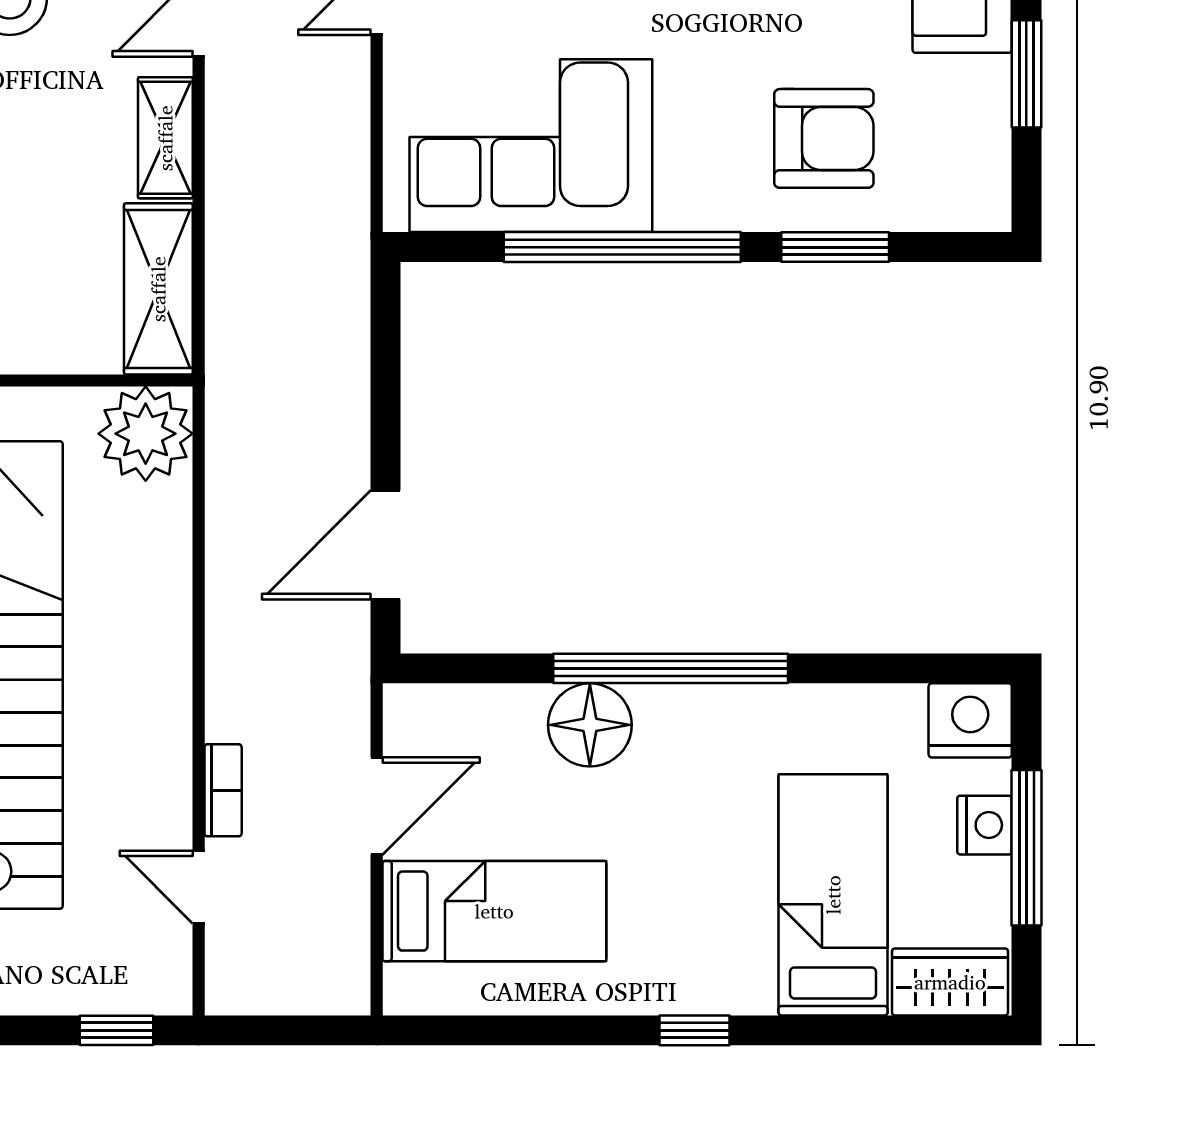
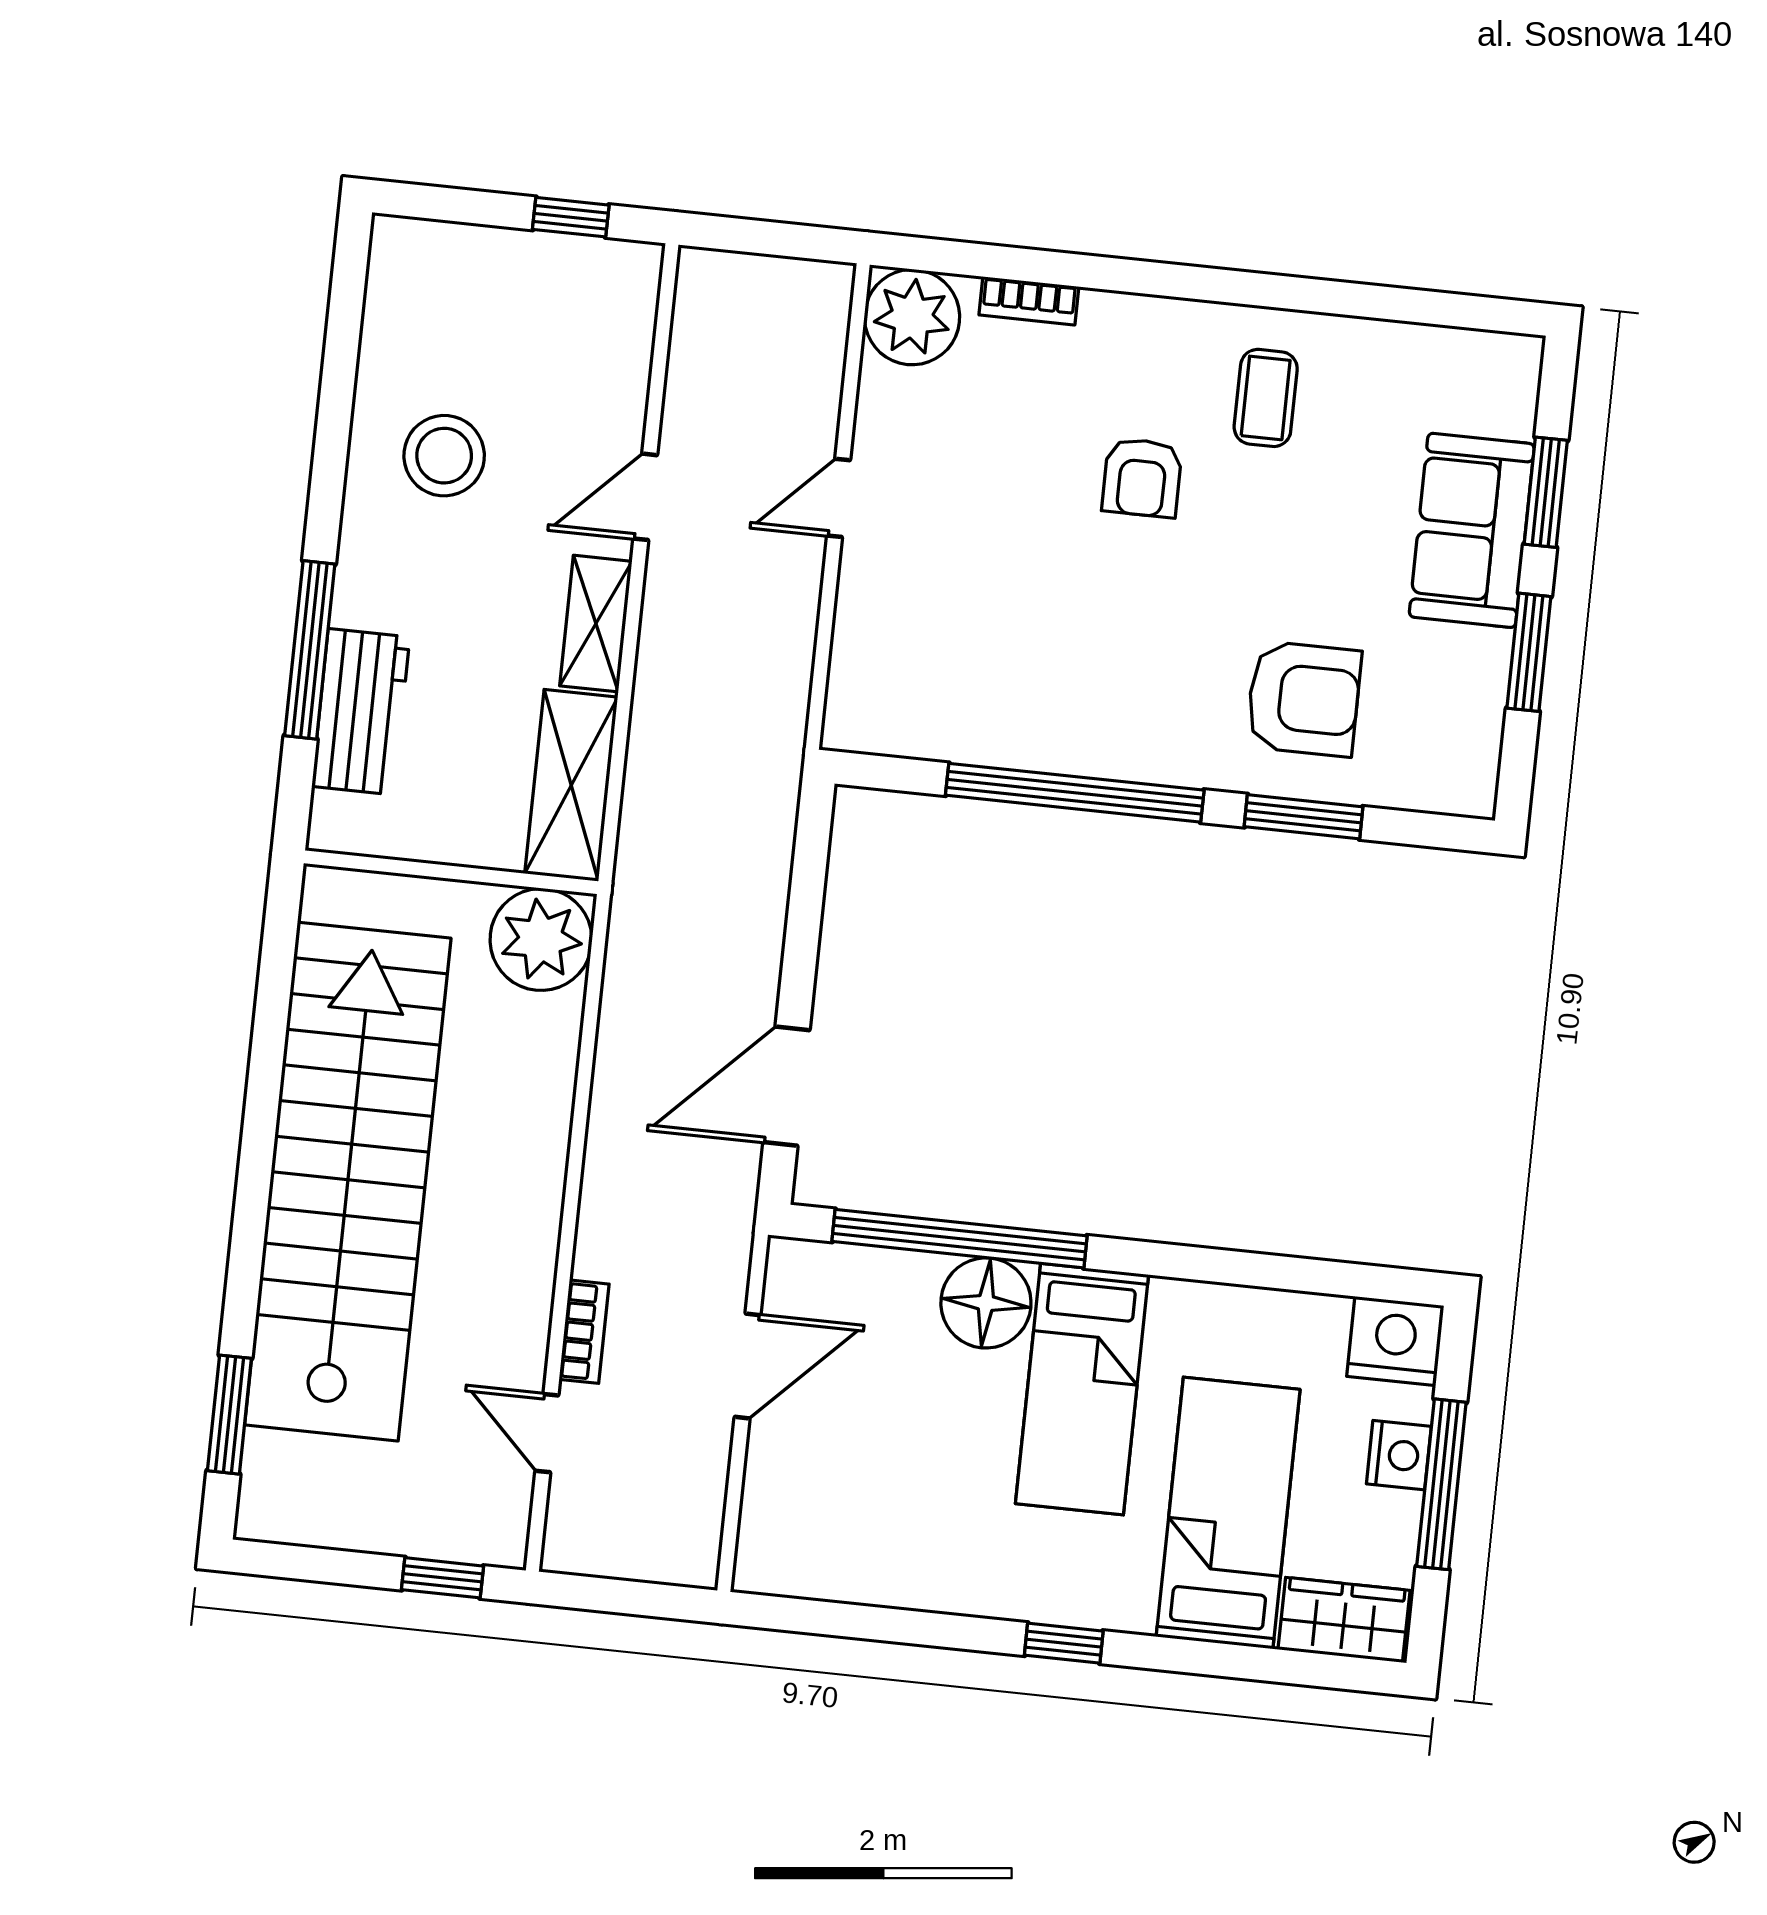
corner sofa: (531, 146) -> (988, 673), removed
window: (671, 668) -> (960, 1239), moved
bed: (494, 911) -> (1082, 1389), moved, turned 90

